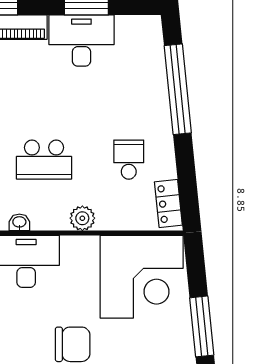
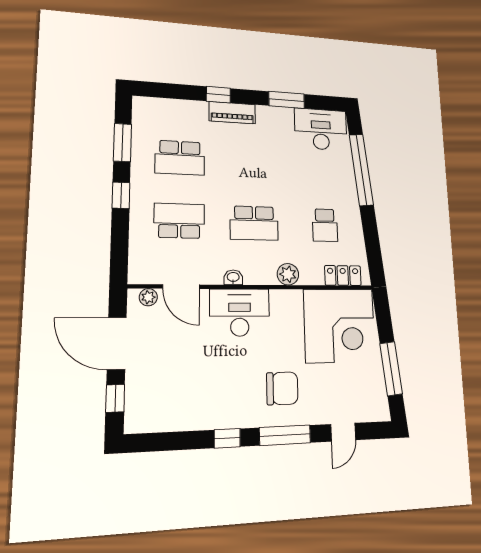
desk: (81, 41) -> (321, 129), moved
school desk: (129, 160) -> (325, 225), turned 180
locker: (168, 203) -> (343, 275), moved, turned 96

